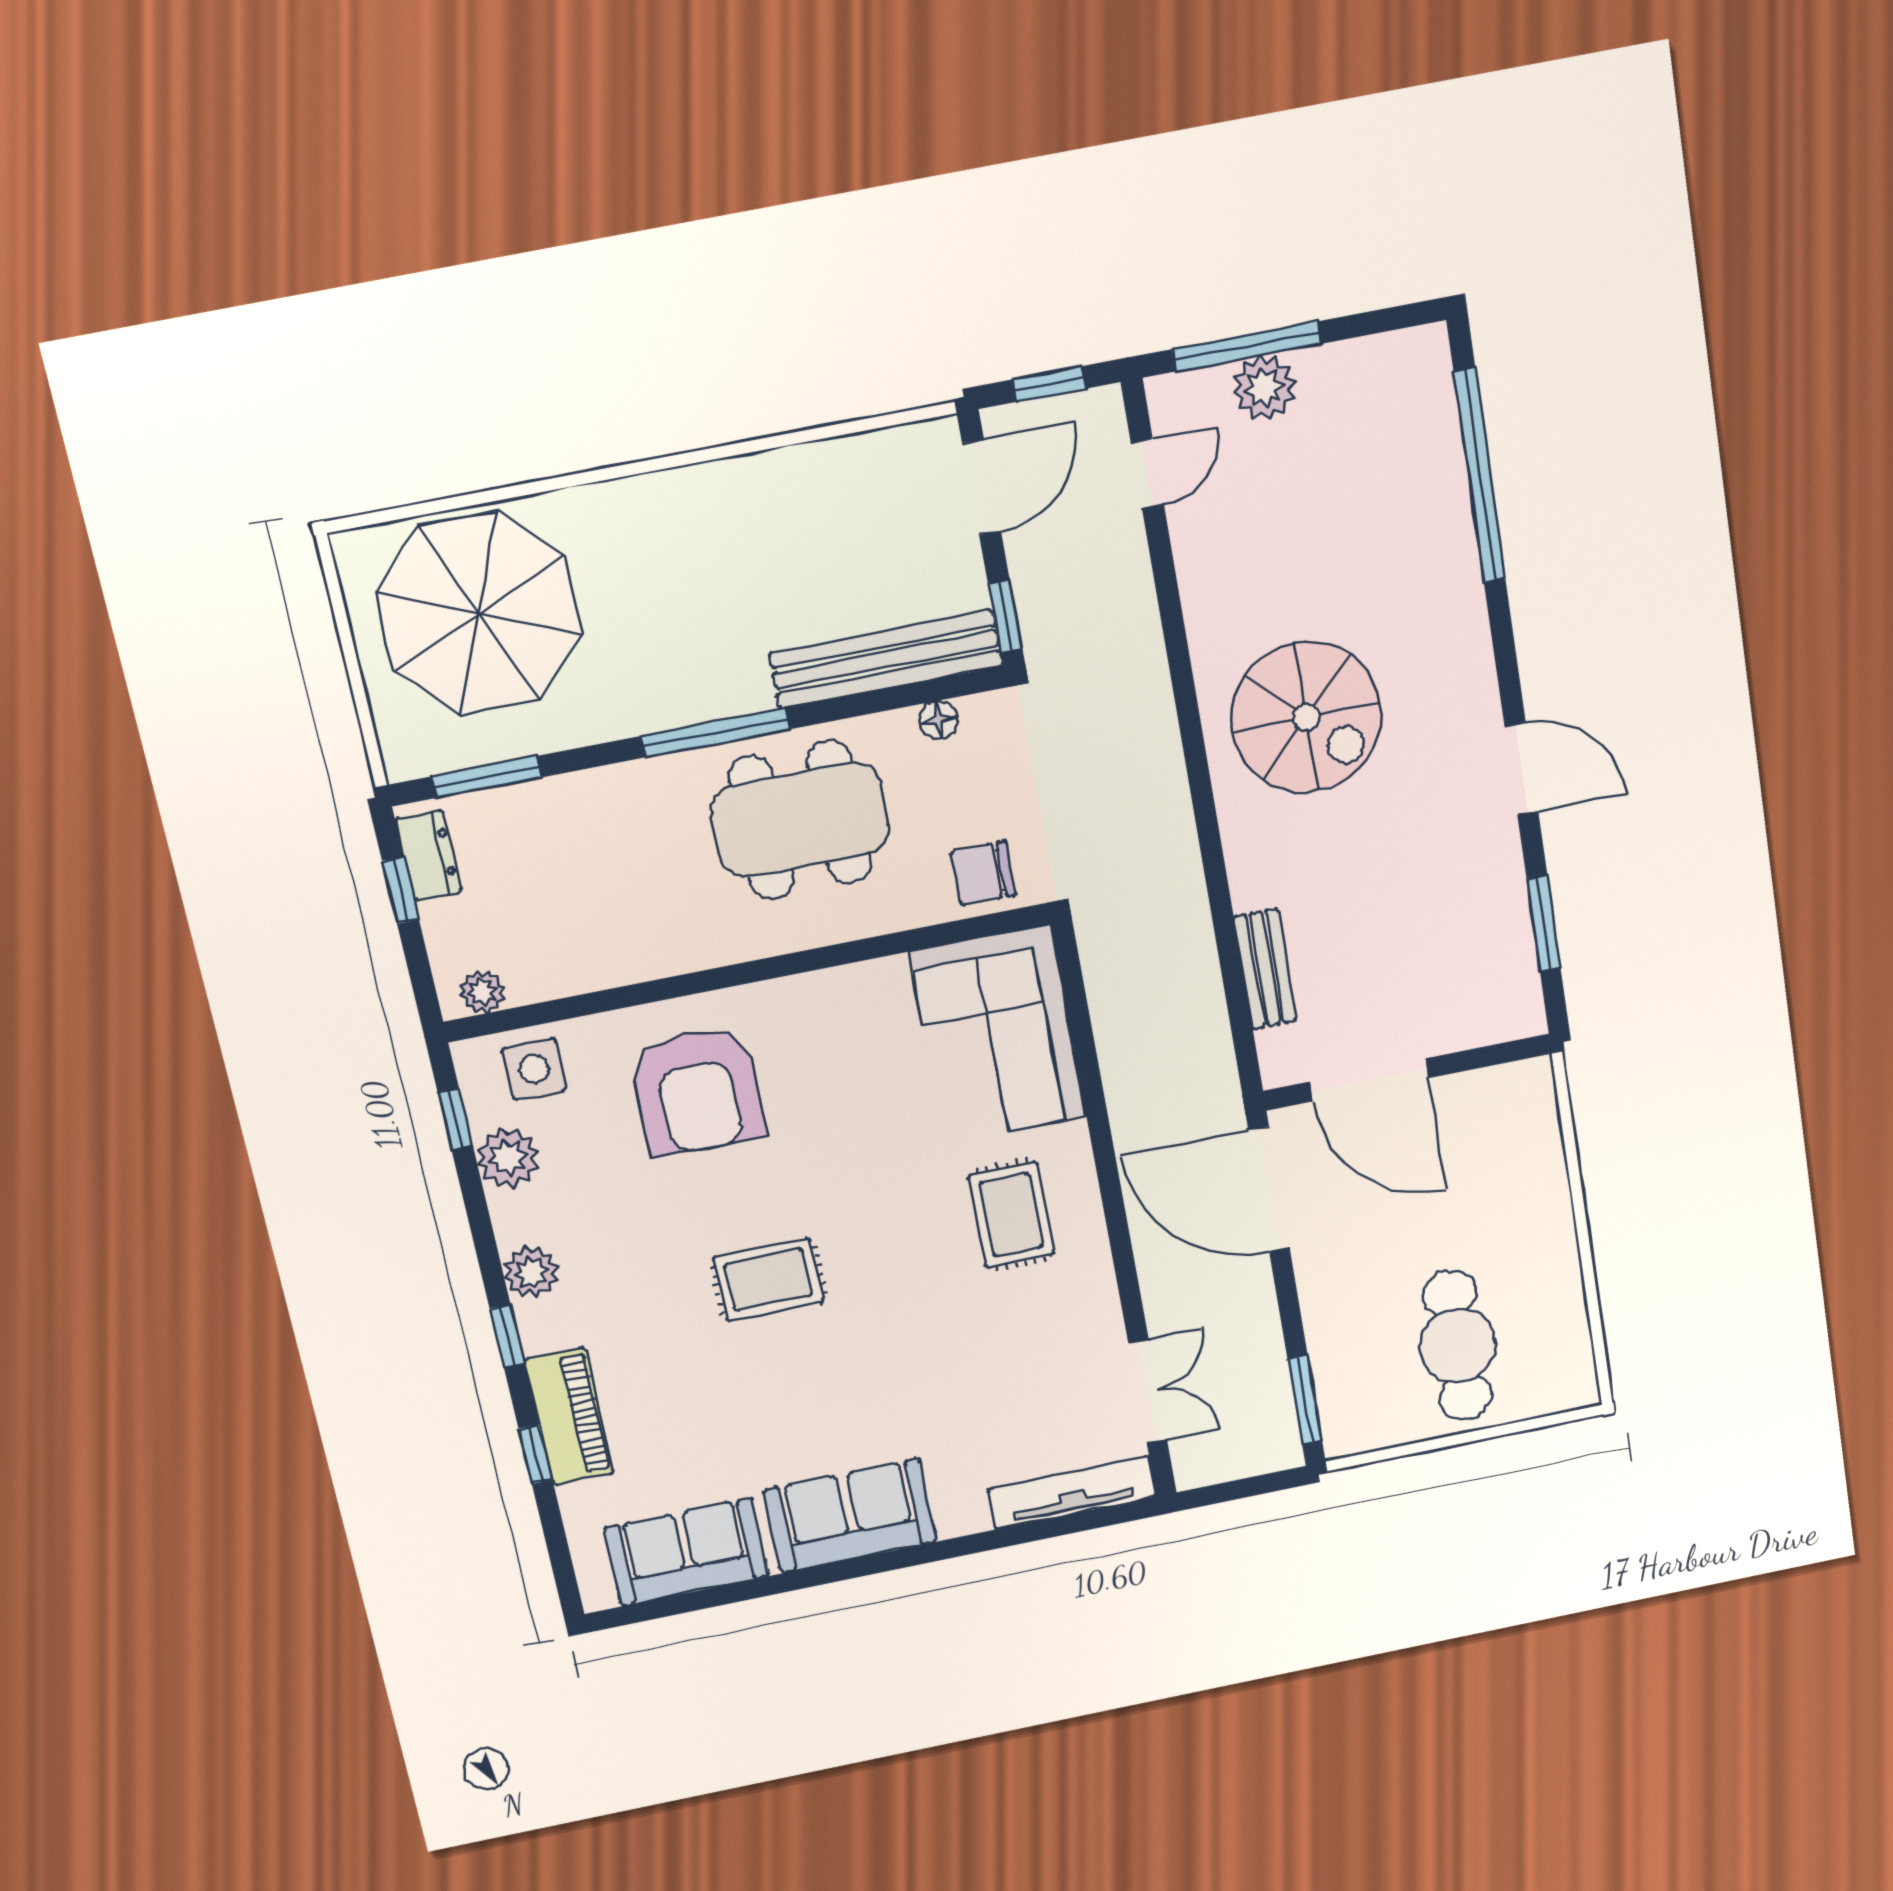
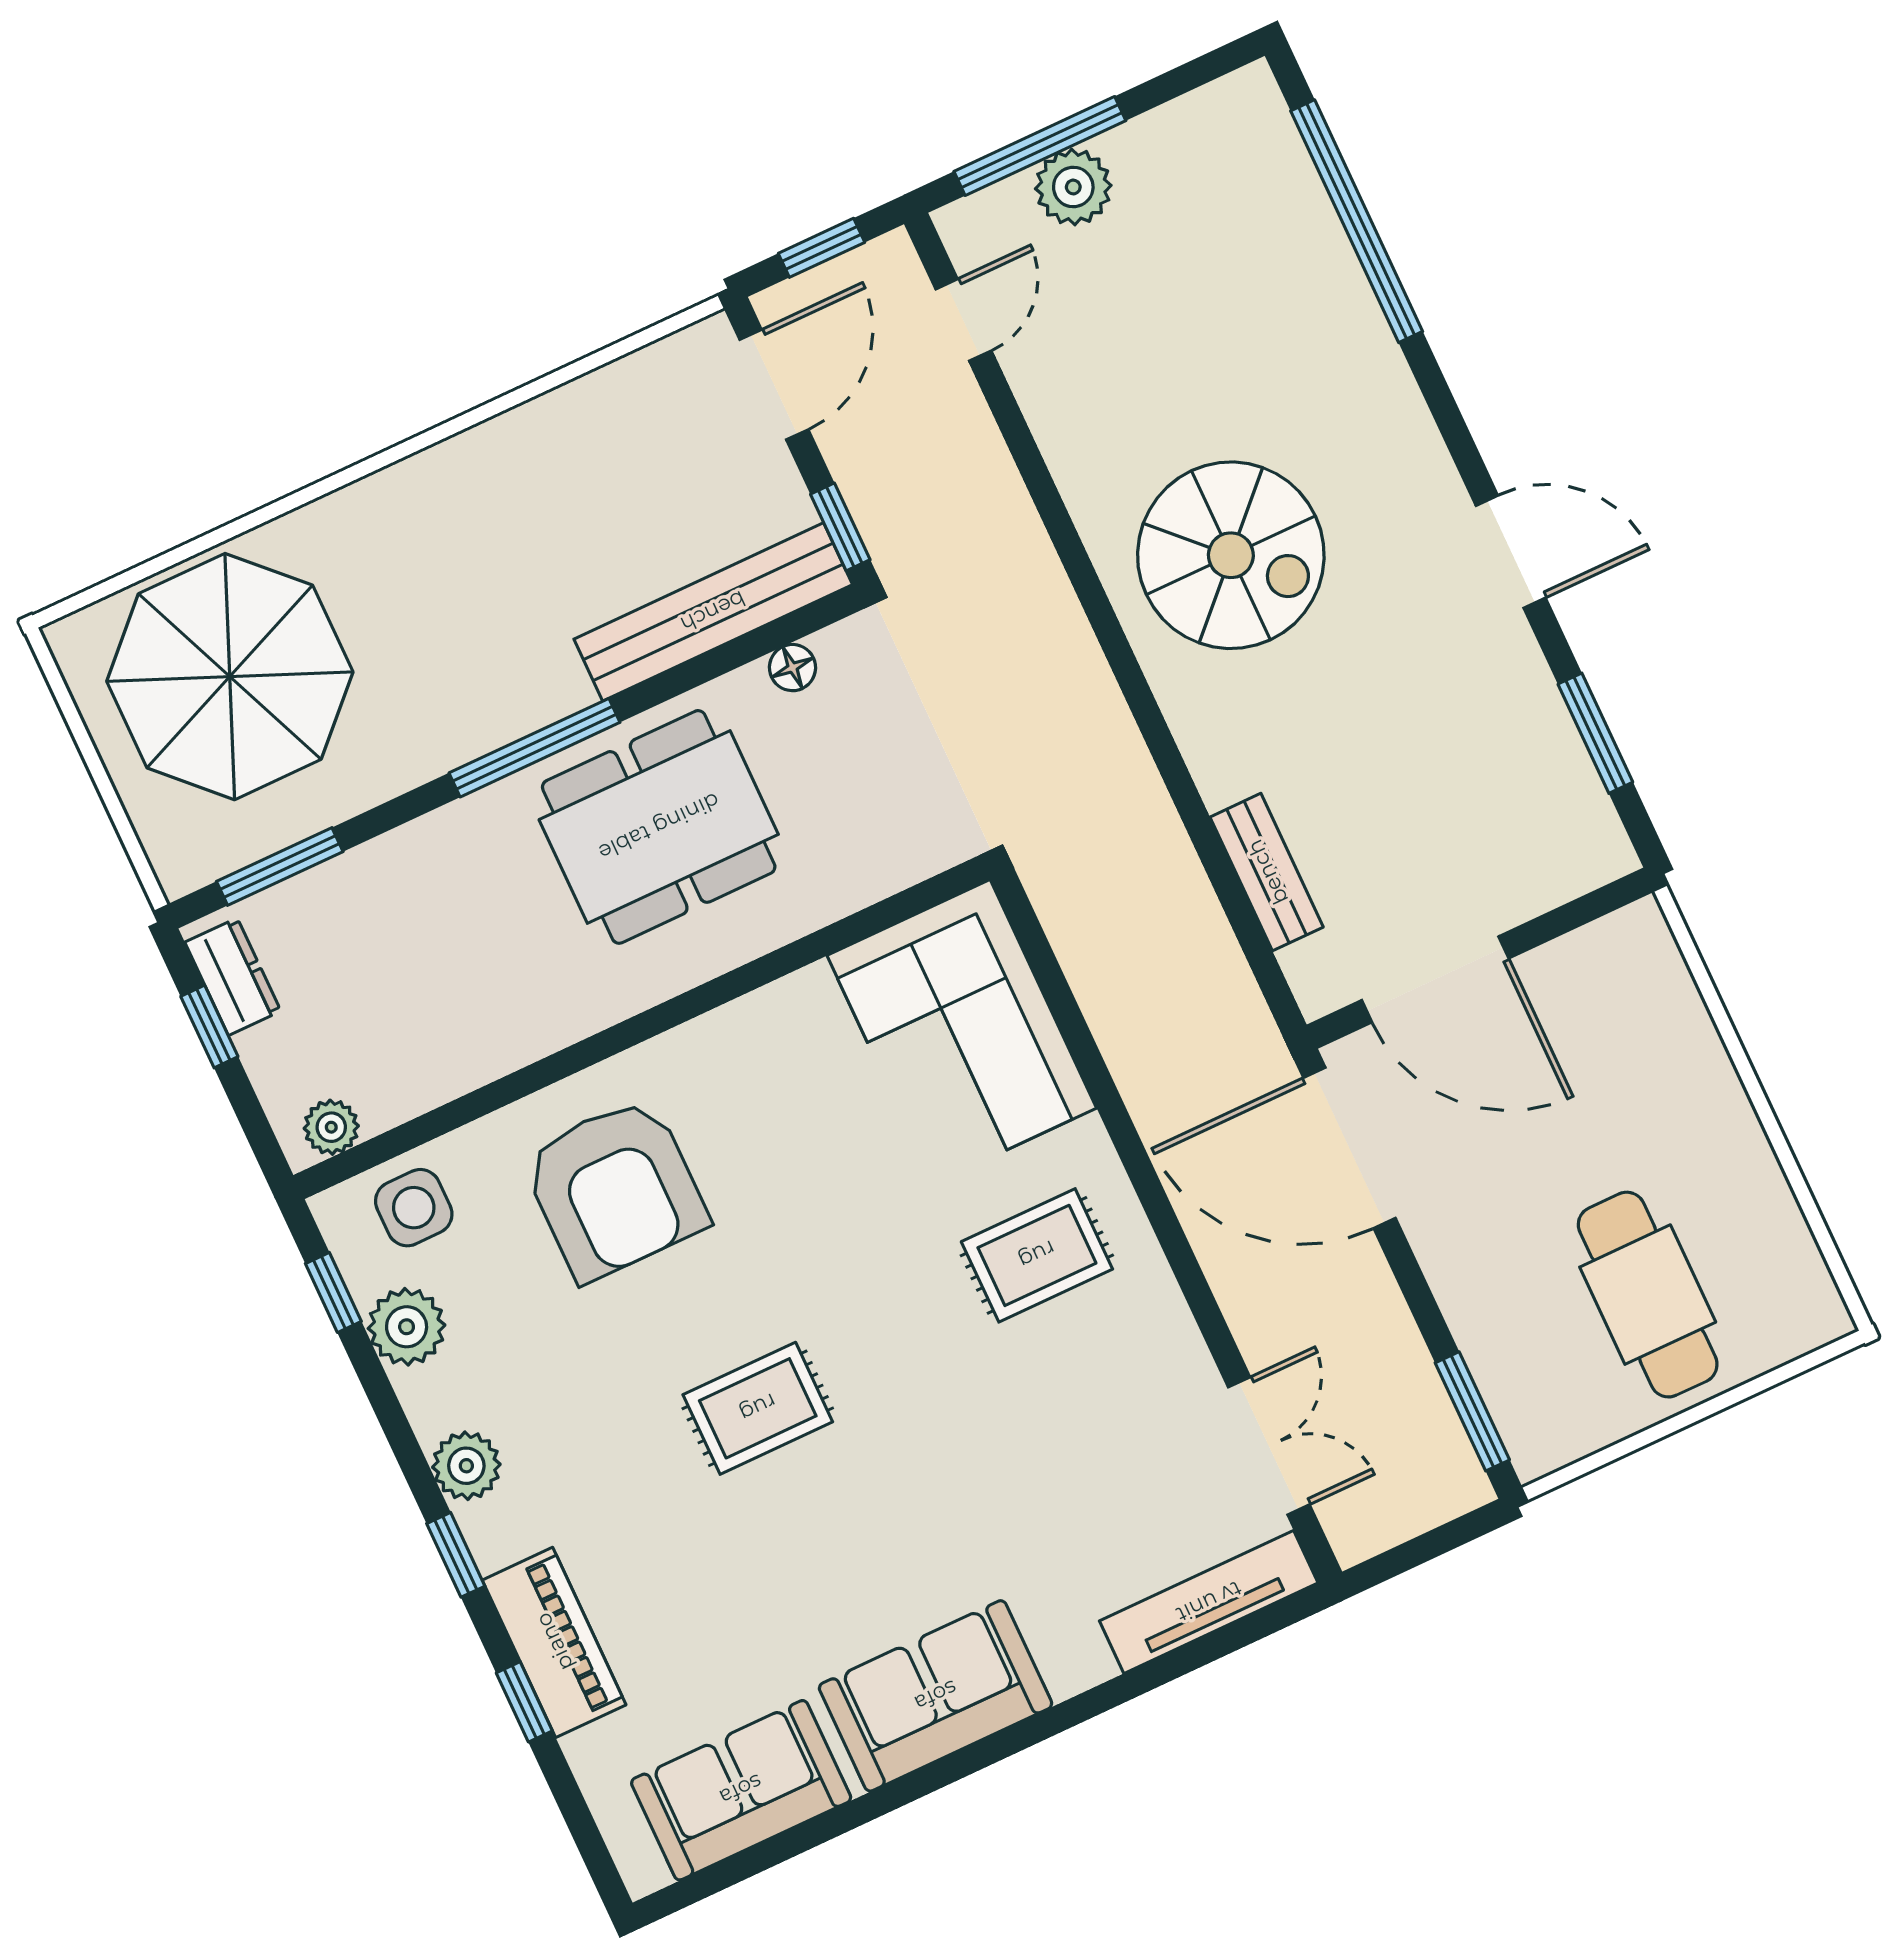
chair: (983, 873) -> (893, 838), removed
rug: (1011, 1215) -> (1037, 1255), turned 90

